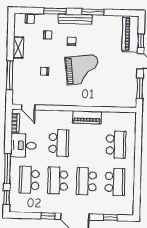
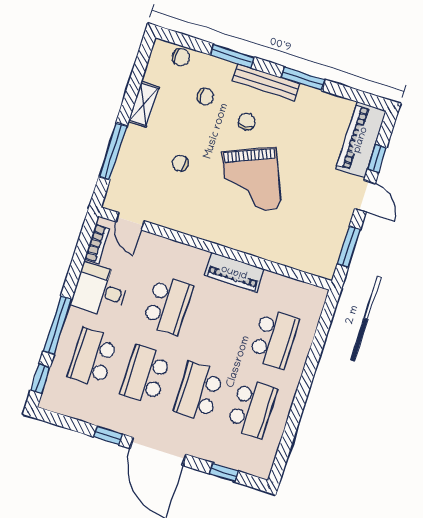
grand piano: (82, 70) -> (252, 181), turned 74

